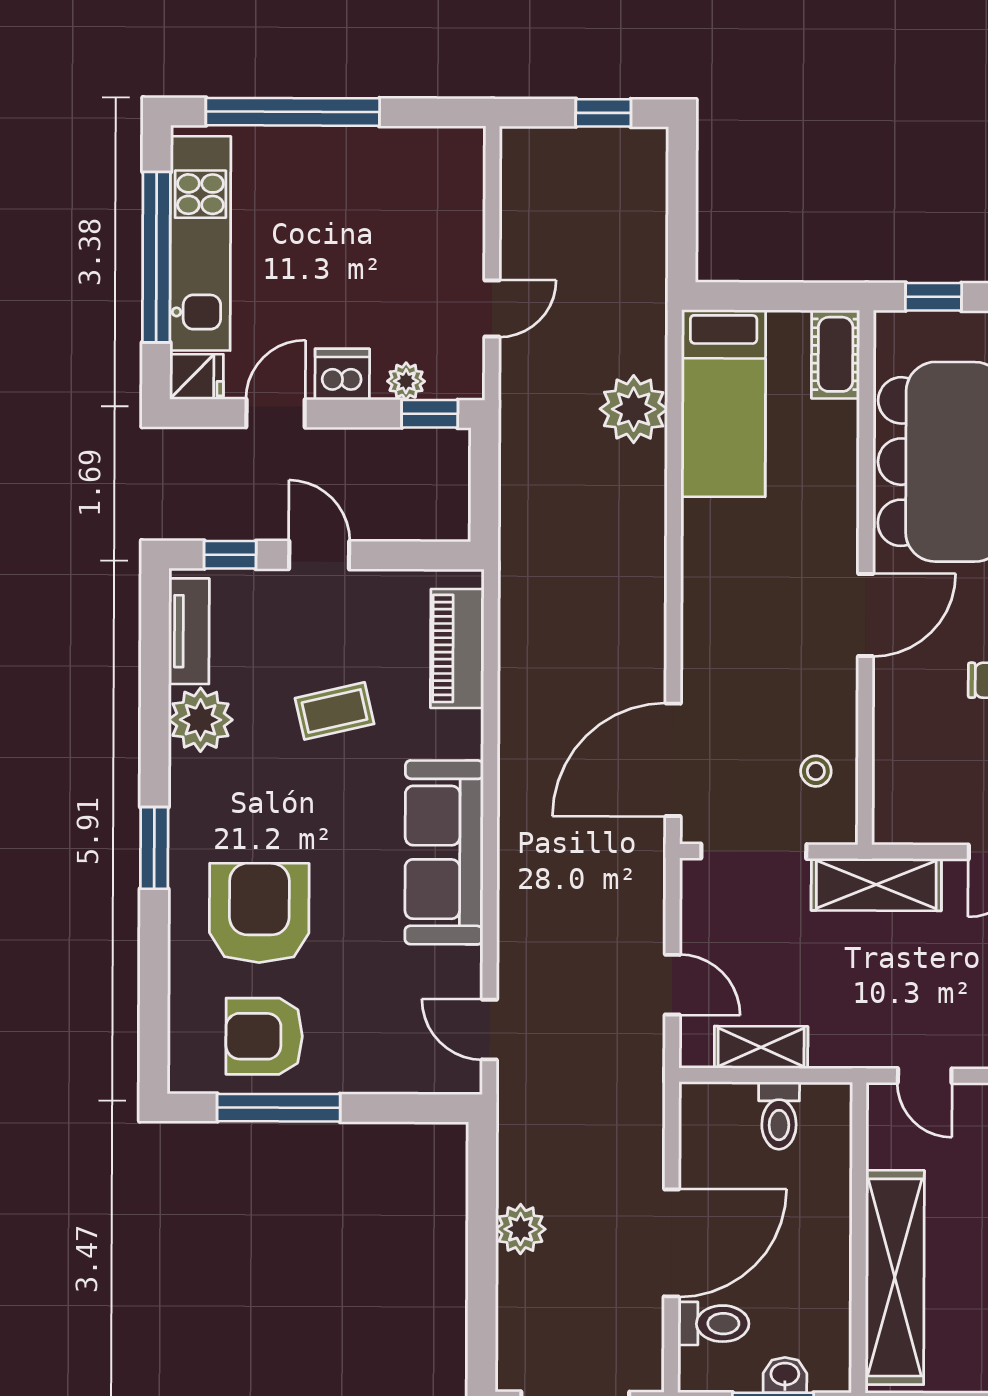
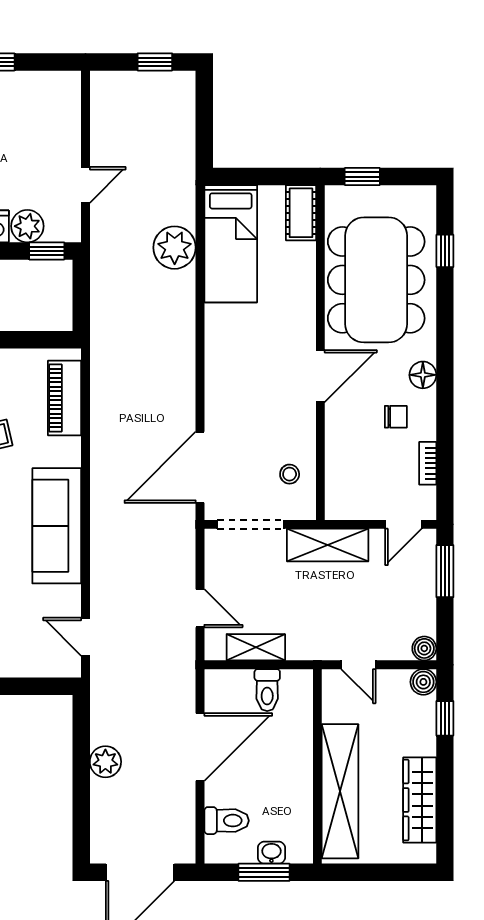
plant: (406, 381) -> (27, 226), width x1.38, depth x1.38
door: (671, 1243) -> (200, 747), moved

